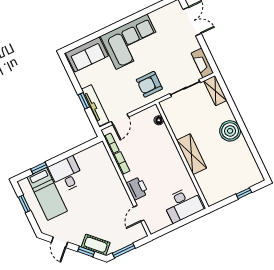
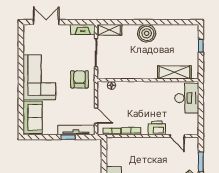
armchair: (149, 84) -> (80, 79), turned 180
shelving: (192, 154) -> (174, 72), moved

